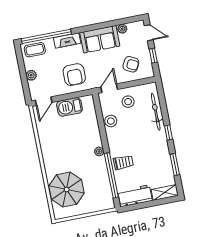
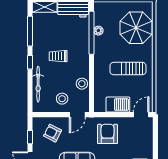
plant: (31, 75) -> (148, 141), removed
sun lounger: (67, 146) -> (128, 69), added
plant: (99, 152) -> (98, 31), moved
trolley: (123, 162) -> (58, 56), moved
window: (175, 164) -> (30, 31), width x1.44

